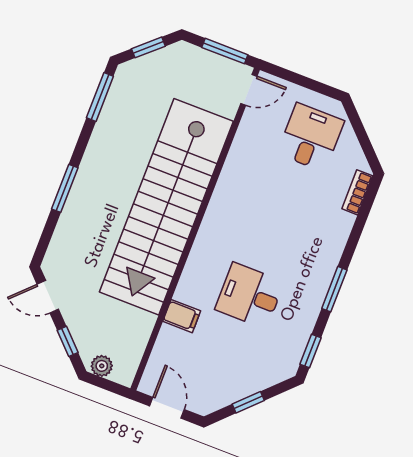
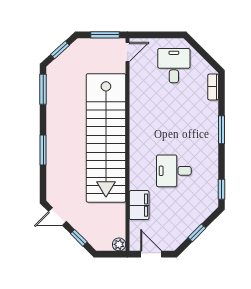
window: (334, 289) -> (221, 130), moved
filing cabinet: (182, 316) -> (139, 205), width x2.00
plant: (102, 366) -> (119, 244), moved

